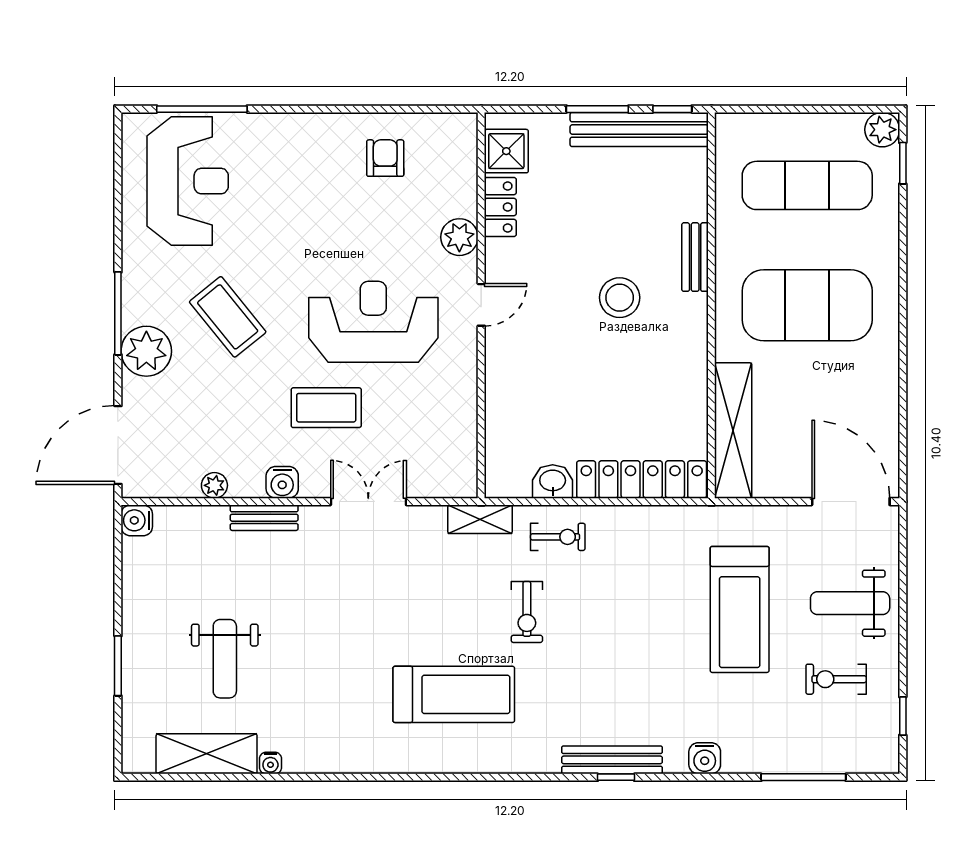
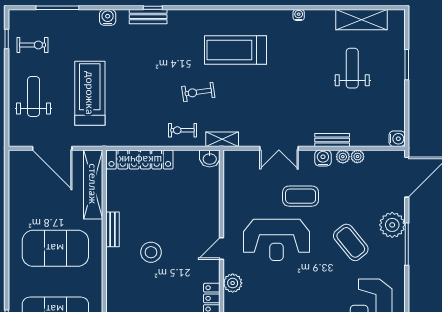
bench: (695, 257) -> (113, 229), moved
washbasin: (553, 481) -> (210, 159), moved
plant: (243, 485) -> (343, 157), added
door: (851, 502) -> (52, 148), moved
weight bench: (850, 603) -> (34, 96), turned -90
exercise bike: (527, 612) -> (198, 92), turned -98
exercise bike: (836, 679) -> (33, 45), moved
bench: (612, 760) -> (148, 17), width x0.73
water cooler: (270, 763) -> (299, 15), moved

